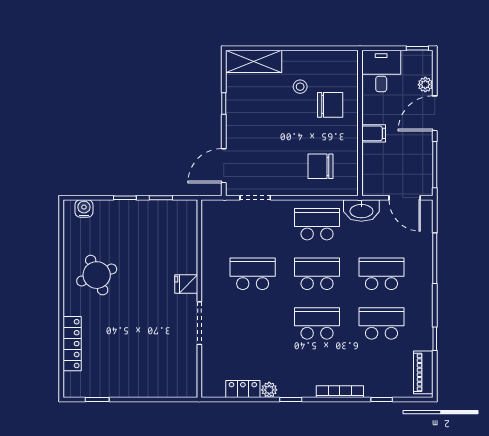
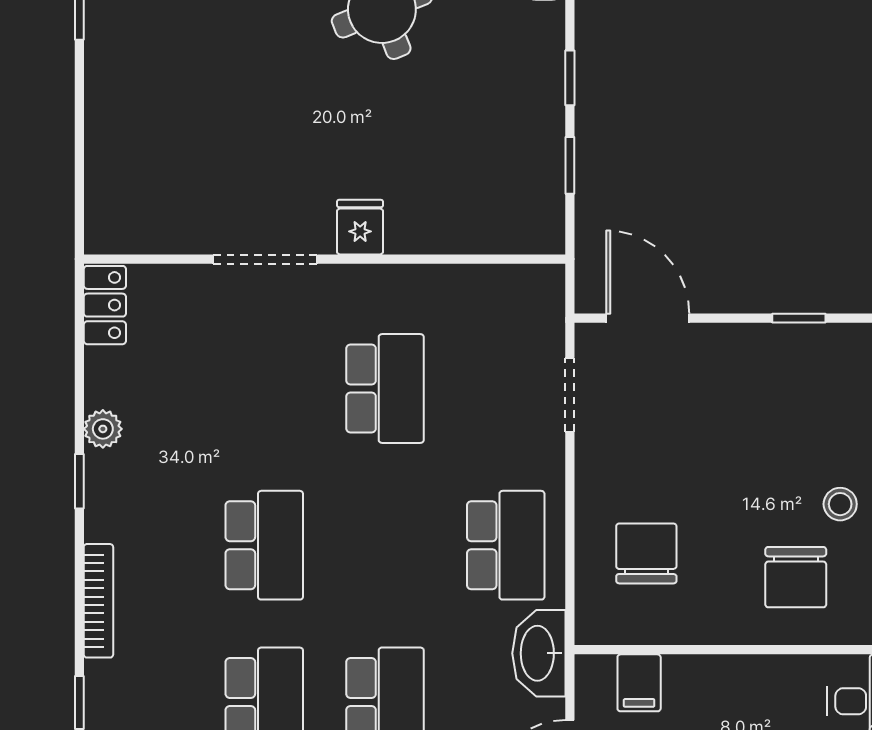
filing cabinet: (374, 133) -> (639, 683), moved
school desk: (317, 274) -> (385, 545), removed
locker: (243, 389) -> (105, 305), moved

